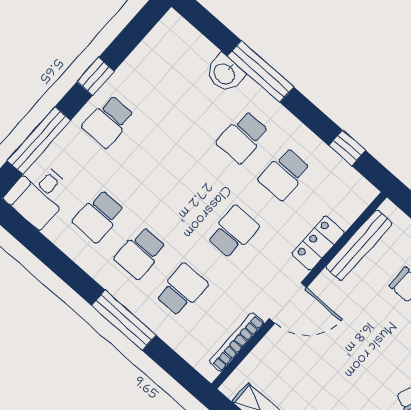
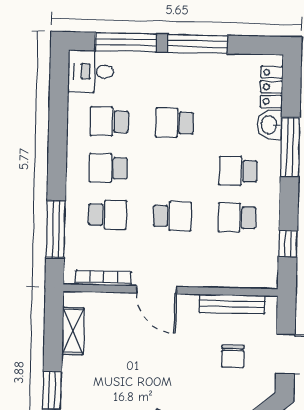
window: (96, 76) -> (198, 44), width x2.17
school desk: (108, 121) -> (174, 123), moved
locker: (318, 243) -> (272, 87), moved, turned -90
window: (124, 320) -> (56, 229), moved

